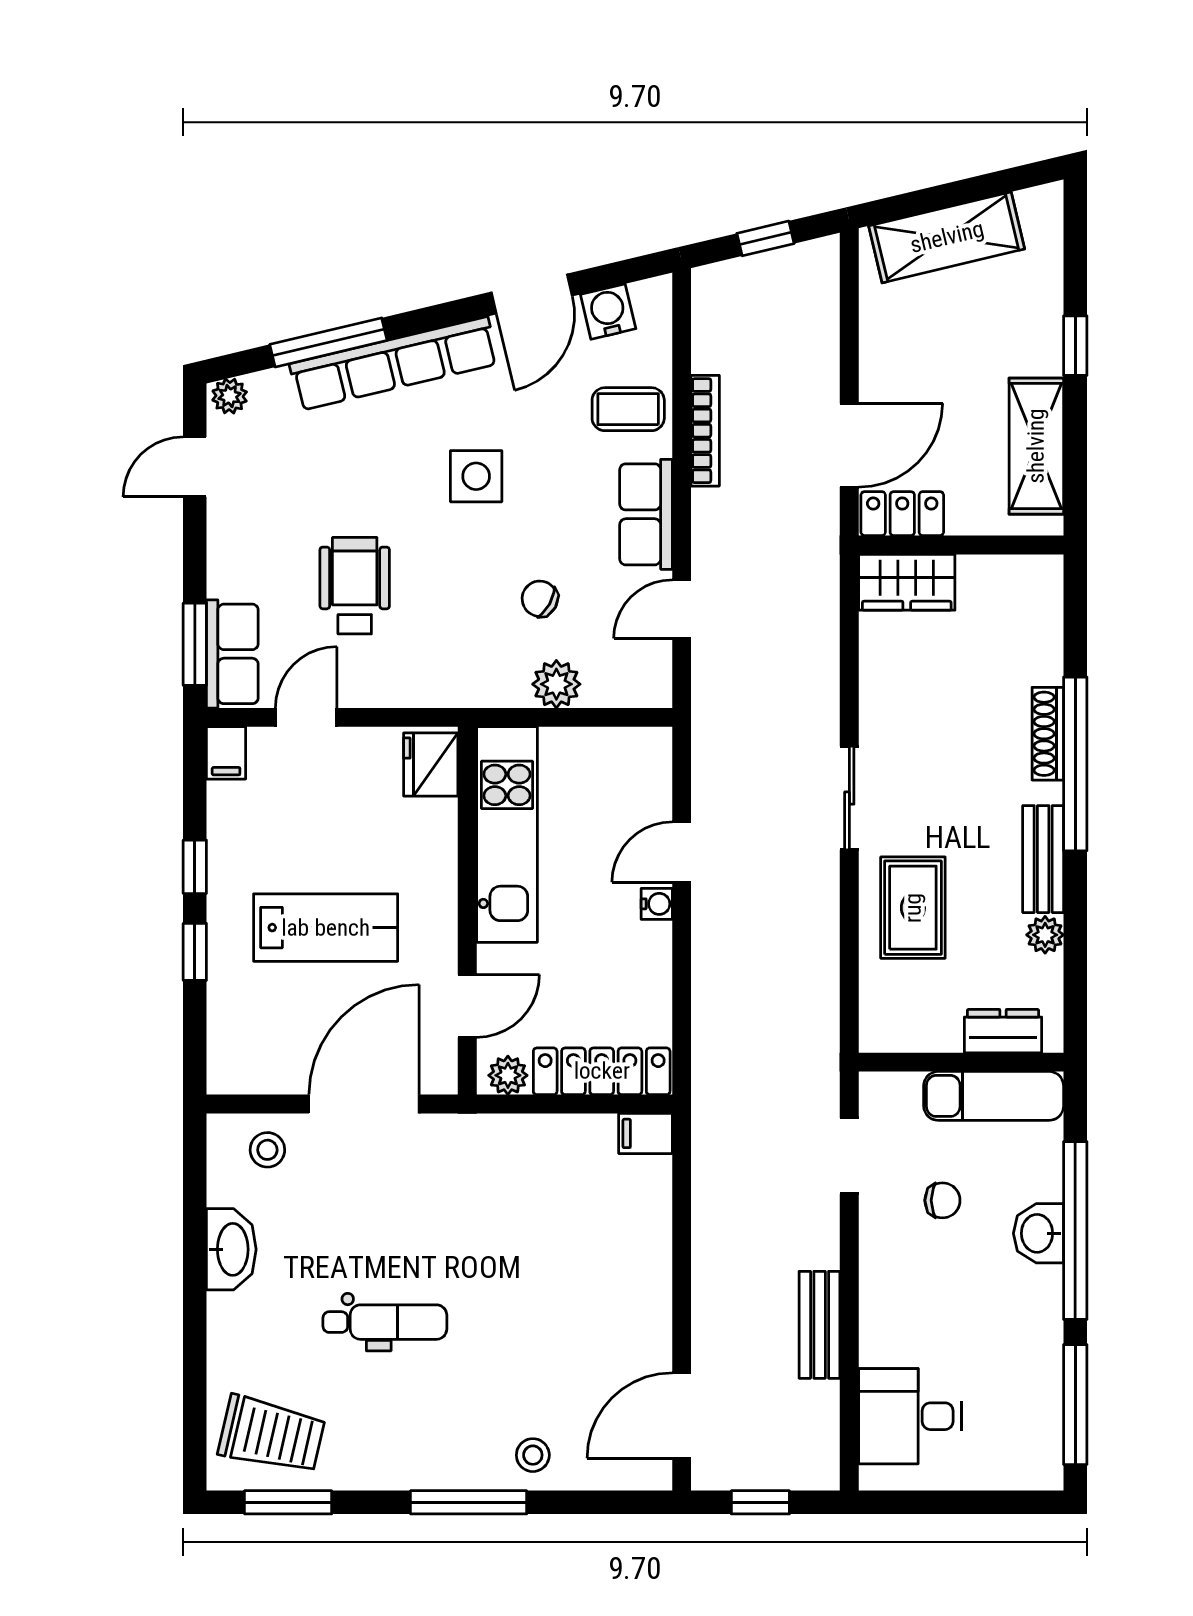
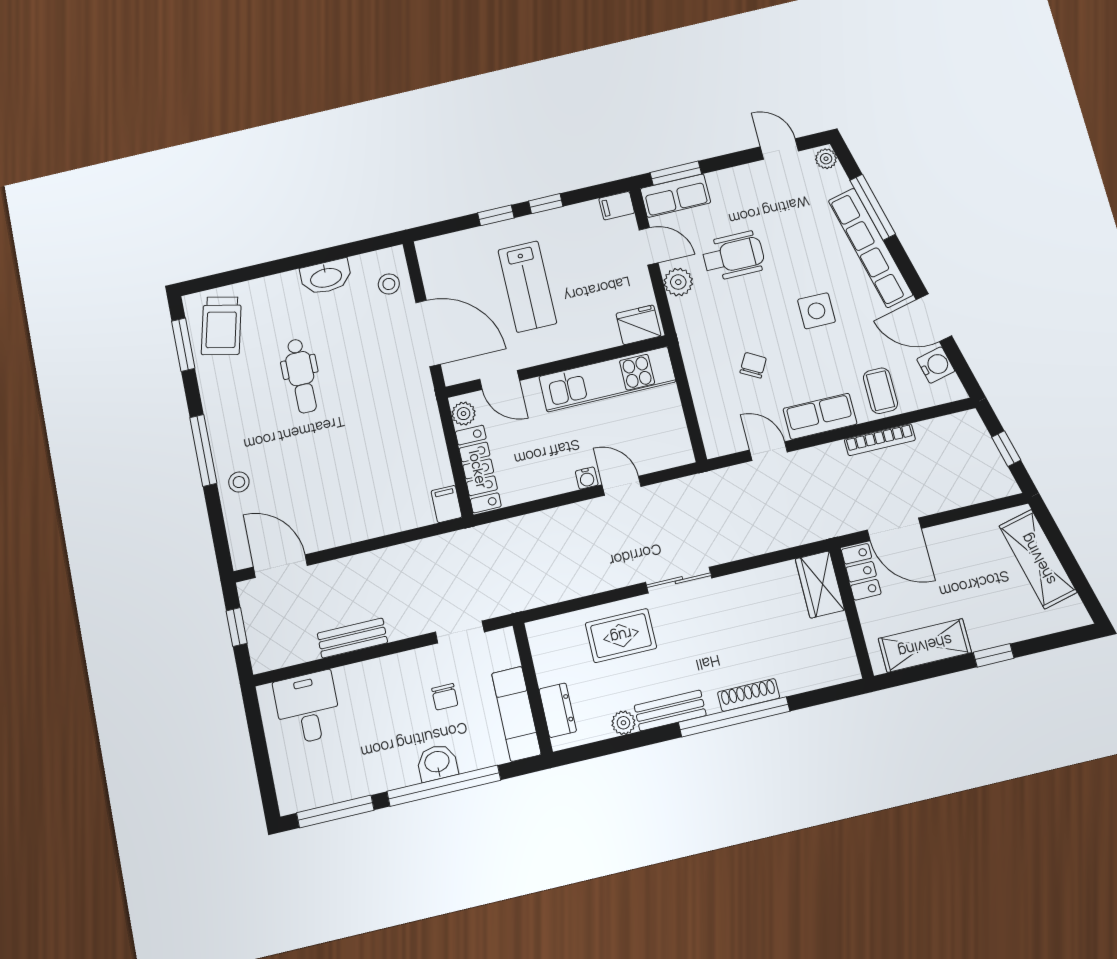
plant: (556, 684) -> (678, 282), moved

